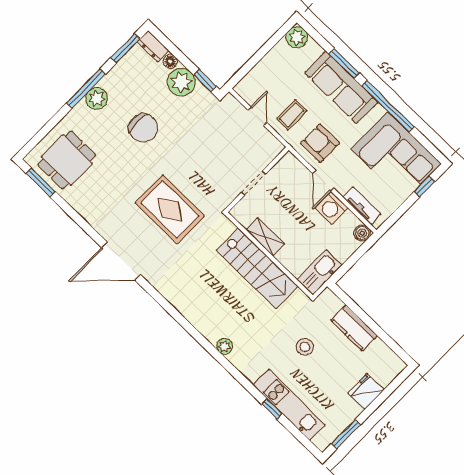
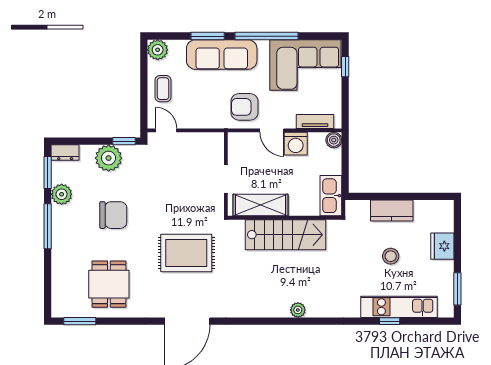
floor lamp: (170, 61) -> (87, 151), removed
plant: (97, 99) -> (62, 194), moved
coffee table: (292, 115) -> (163, 89), moved
door: (257, 116) -> (166, 130), moved
dining table: (67, 160) -> (109, 284), moved
shelving: (265, 237) -> (260, 205), width x1.50, depth x1.33
plant: (225, 346) -> (298, 310), moved
stool: (305, 347) -> (391, 256), moved

